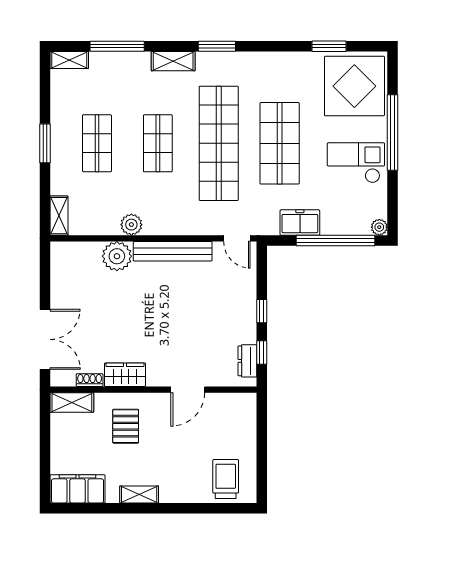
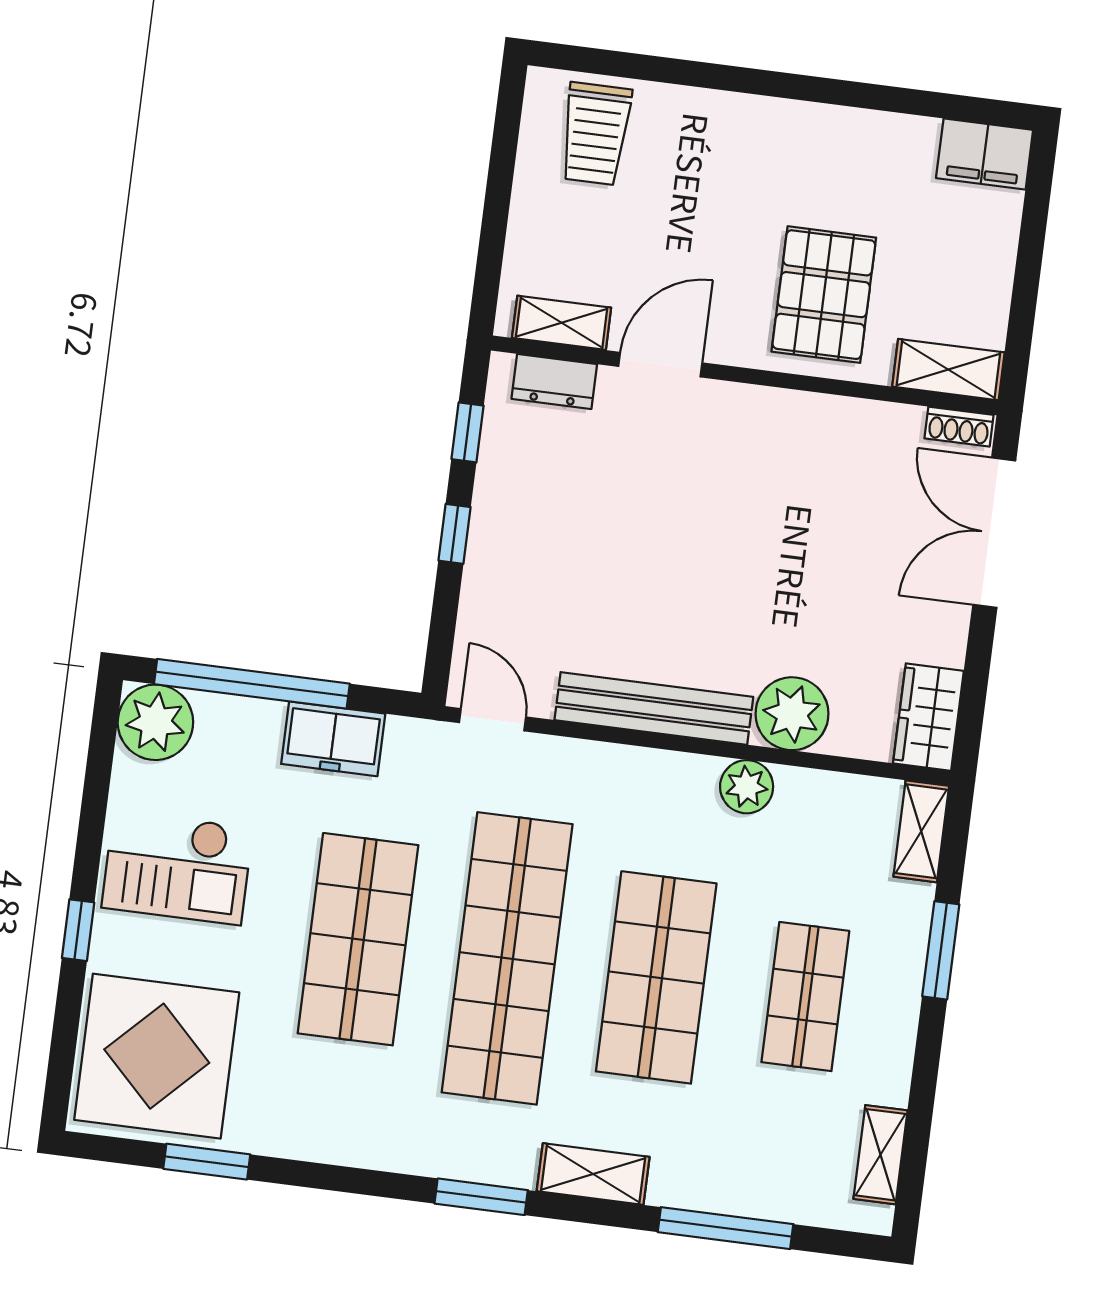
shelving: (69, 60) -> (880, 1155), moved, turned 90
window: (393, 133) -> (78, 930), width x0.32
window: (45, 143) -> (941, 950), moved
shop shelf: (158, 143) -> (656, 977), width x1.43, depth x1.36
plant: (379, 227) -> (155, 722), width x1.88, depth x1.88
dresser: (247, 361) -> (554, 381), moved, turned 90
wardrobe: (125, 375) -> (928, 717), moved, turned 90
shoe rack: (90, 380) -> (959, 427), moved
pallet: (126, 426) -> (824, 295), width x1.50, depth x1.42
filing cabinet: (77, 489) -> (985, 154), width x0.67, depth x0.86
shelving: (139, 495) -> (562, 323), moved

